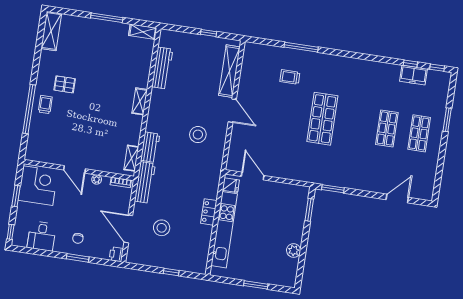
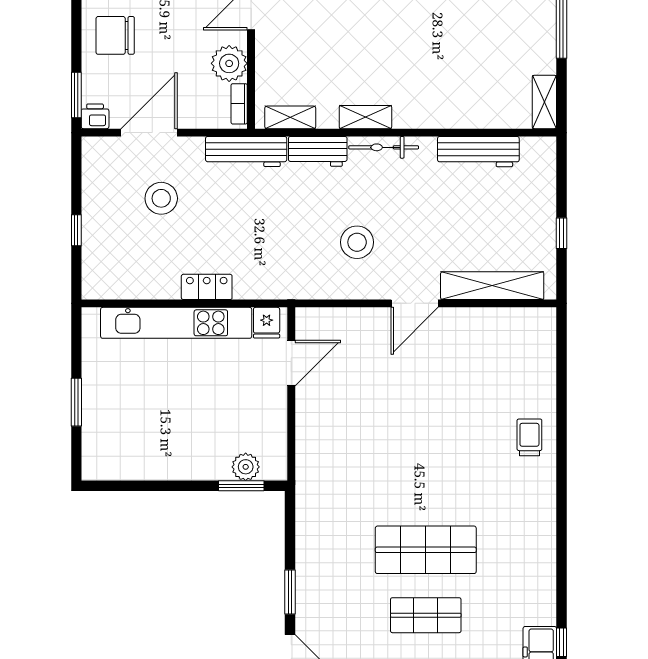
window: (301, 47) -> (561, 421), removed
trolley: (290, 77) -> (529, 437), moved
shelving: (140, 101) -> (365, 117), moved
bicycle: (153, 114) -> (384, 147), added
shop shelf: (322, 119) -> (426, 550), moved
plant: (97, 179) -> (229, 63), width x1.88, depth x1.88
window: (333, 189) -> (290, 592), moved
chair: (78, 238) -> (115, 35), width x1.87, depth x1.87
plant: (294, 250) -> (246, 467), moved
window: (78, 258) -> (76, 95), moved

